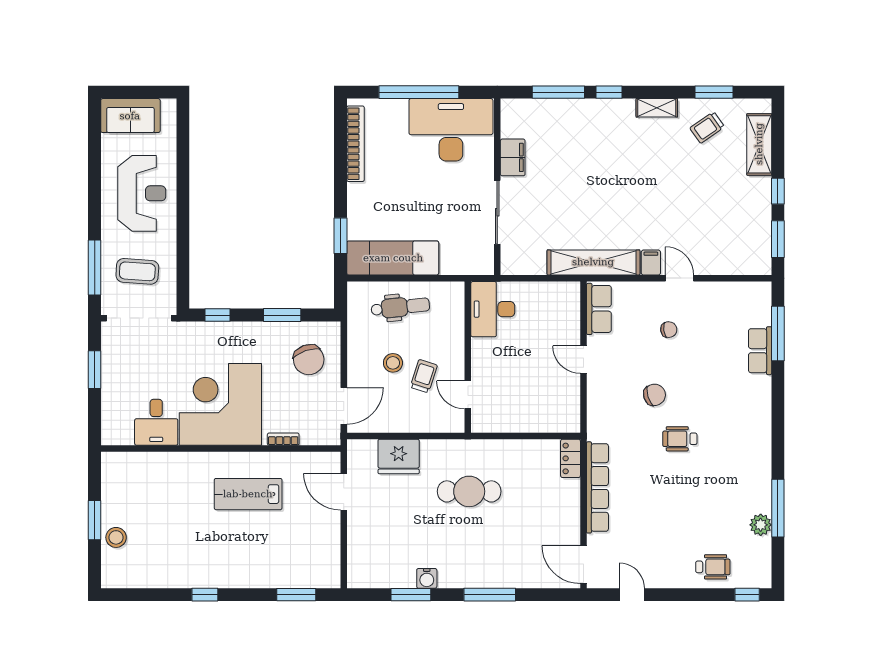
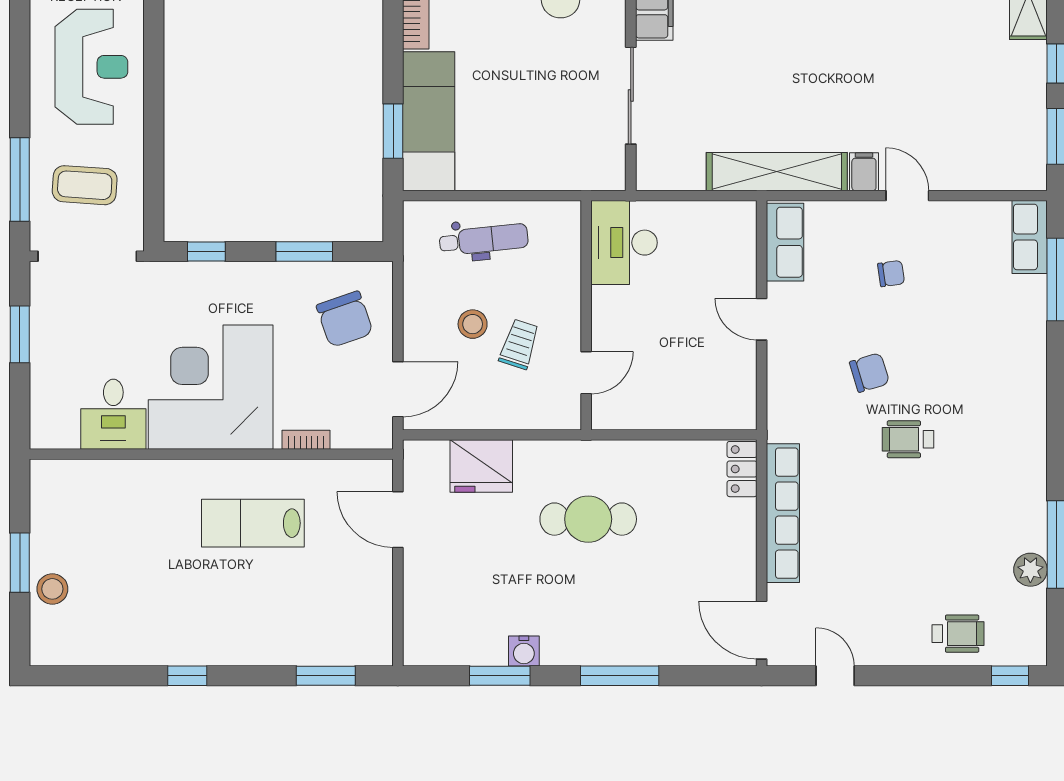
exam couch: (393, 258) -> (429, 121), moved, turned 90
row of seats: (760, 351) -> (1030, 237), moved
door: (468, 395) -> (586, 373), swing flipped

